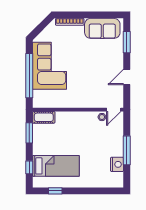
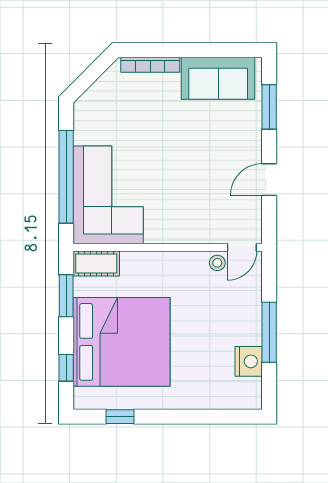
corner sofa: (49, 66) -> (108, 195), moved
bed: (56, 166) -> (122, 342), width x2.04

